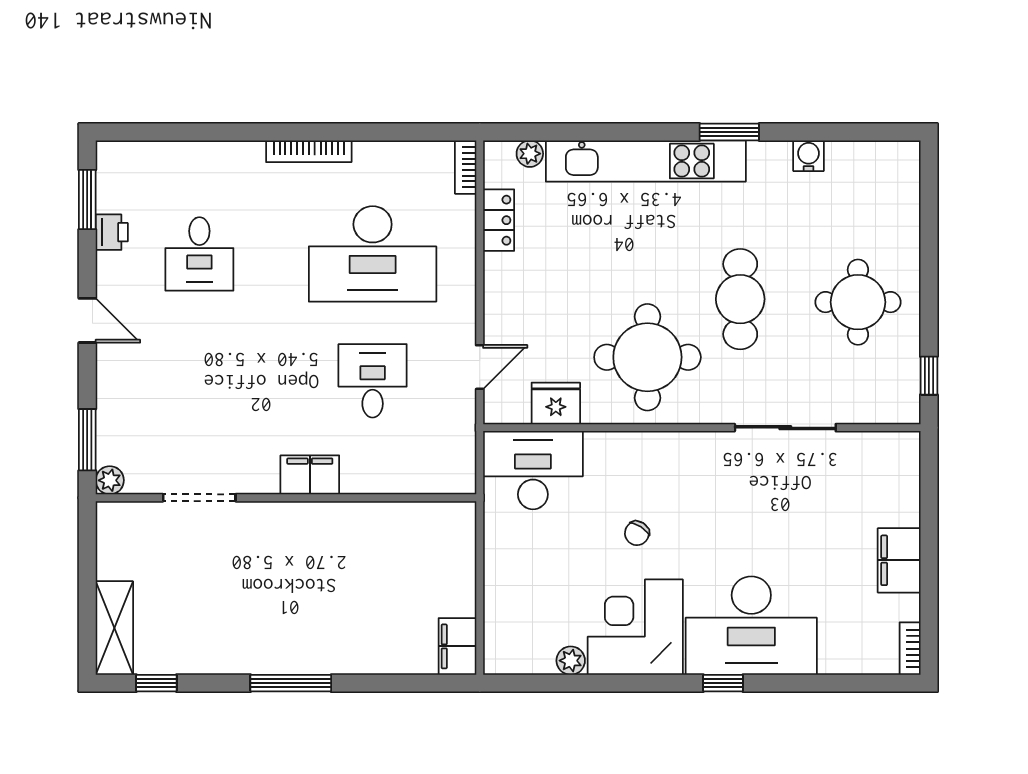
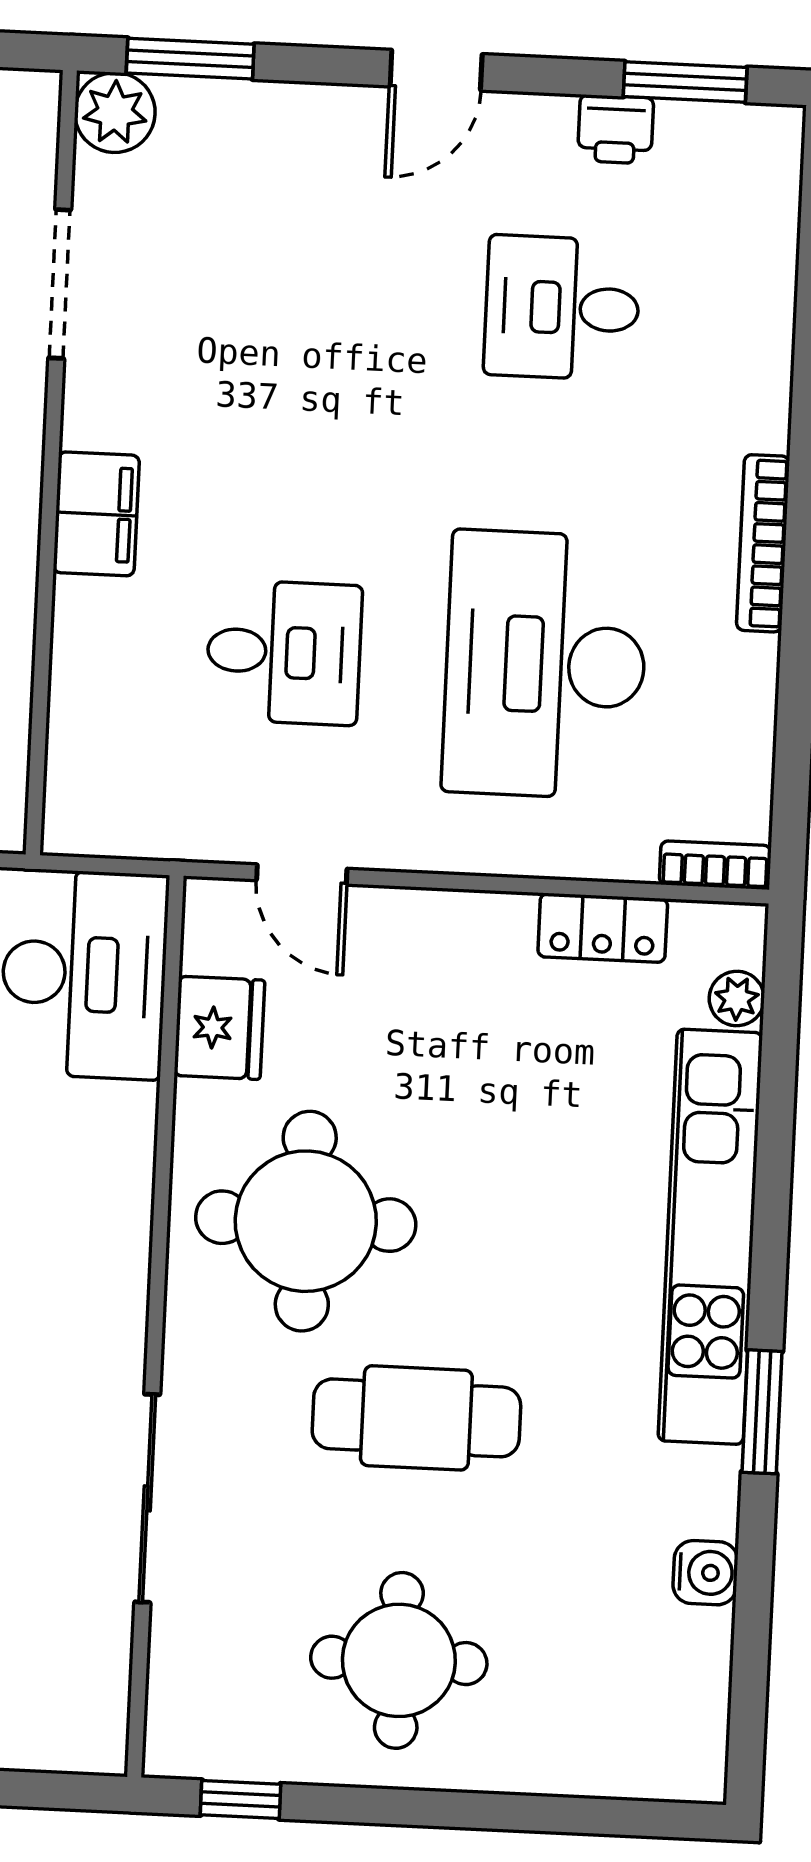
plant: (110, 480) -> (115, 113), width x1.38, depth x1.38

